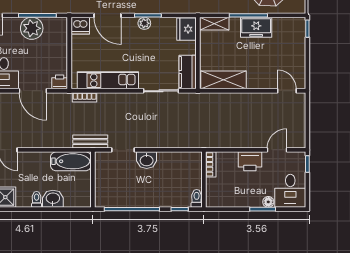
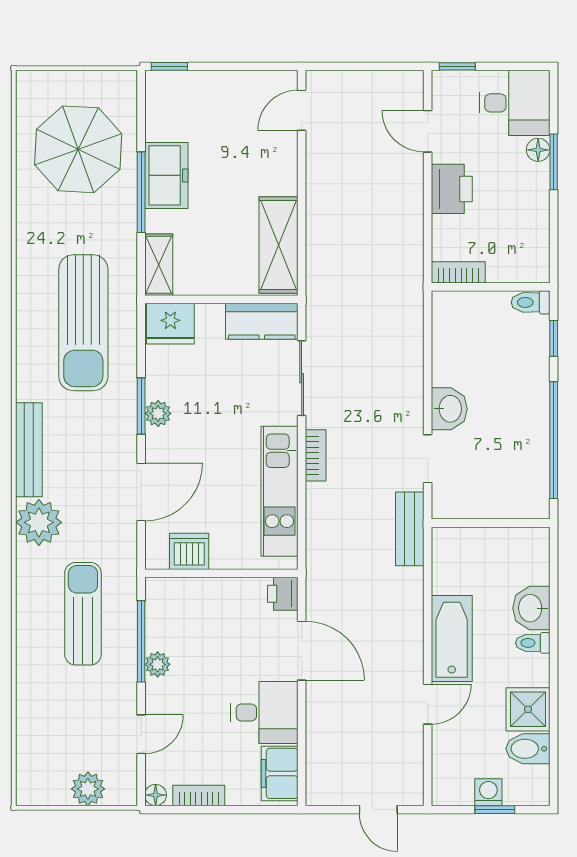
dishwasher: (80, 26) -> (189, 551), moved, turned -90
plant: (32, 28) -> (158, 664), width x0.53, depth x0.53
door: (33, 91) -> (302, 651), hinge flipped
bookcase: (85, 97) -> (316, 455), moved
bathtub: (71, 161) -> (452, 638), moved

